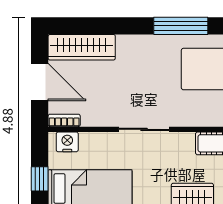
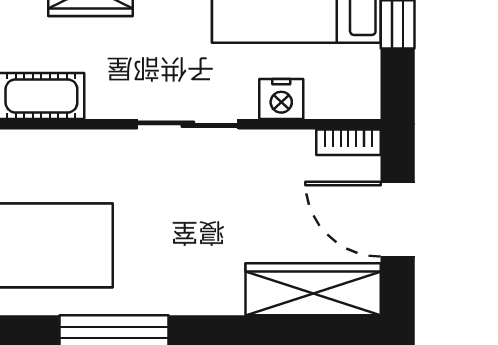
nightstand: (67, 142) -> (281, 99), moved

